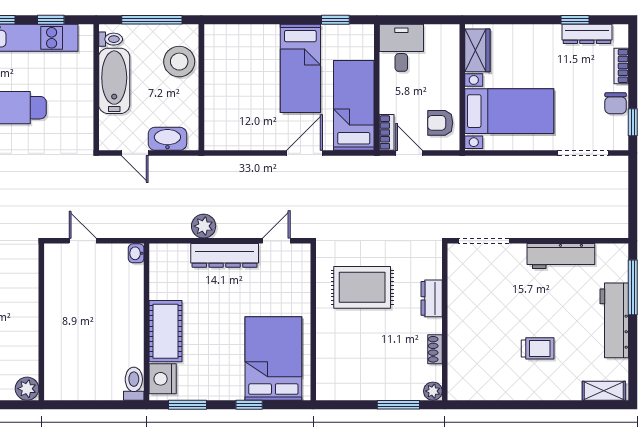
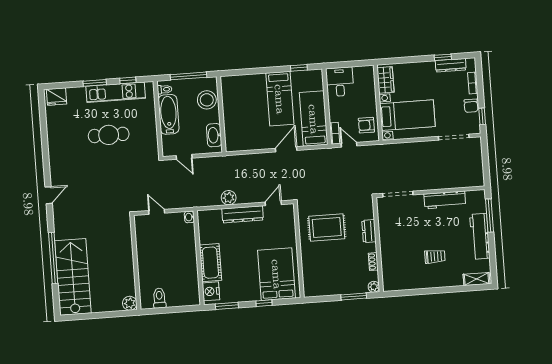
washbasin: (167, 139) -> (214, 135), moved, turned -90
toilet: (134, 384) -> (159, 298), moved

